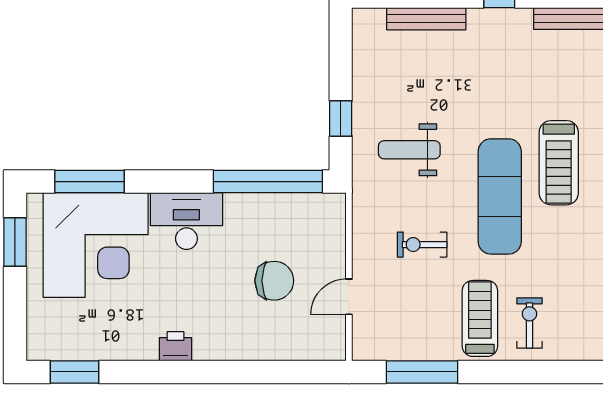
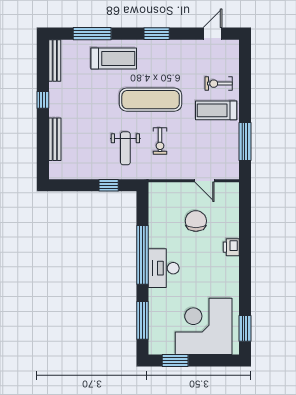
treadmill: (559, 163) -> (114, 58), moved
window: (268, 182) -> (142, 255), moved
corner desk: (96, 245) -> (204, 326), moved, turned -90
exercise bike: (422, 245) -> (160, 141), moved
printer: (175, 346) -> (231, 247), moved

